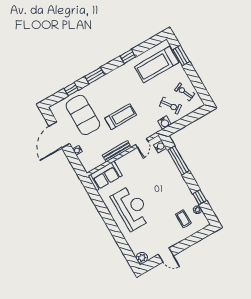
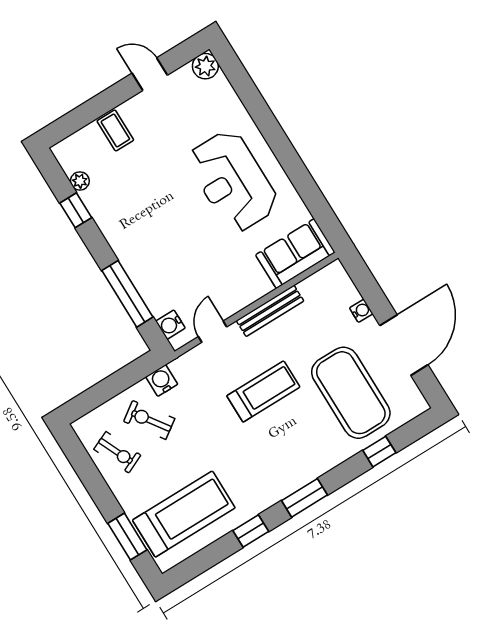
window: (95, 76) -> (304, 498), moved
treadmill: (121, 117) -> (263, 391), turned 180
coffee table: (183, 219) -> (115, 130), moved

